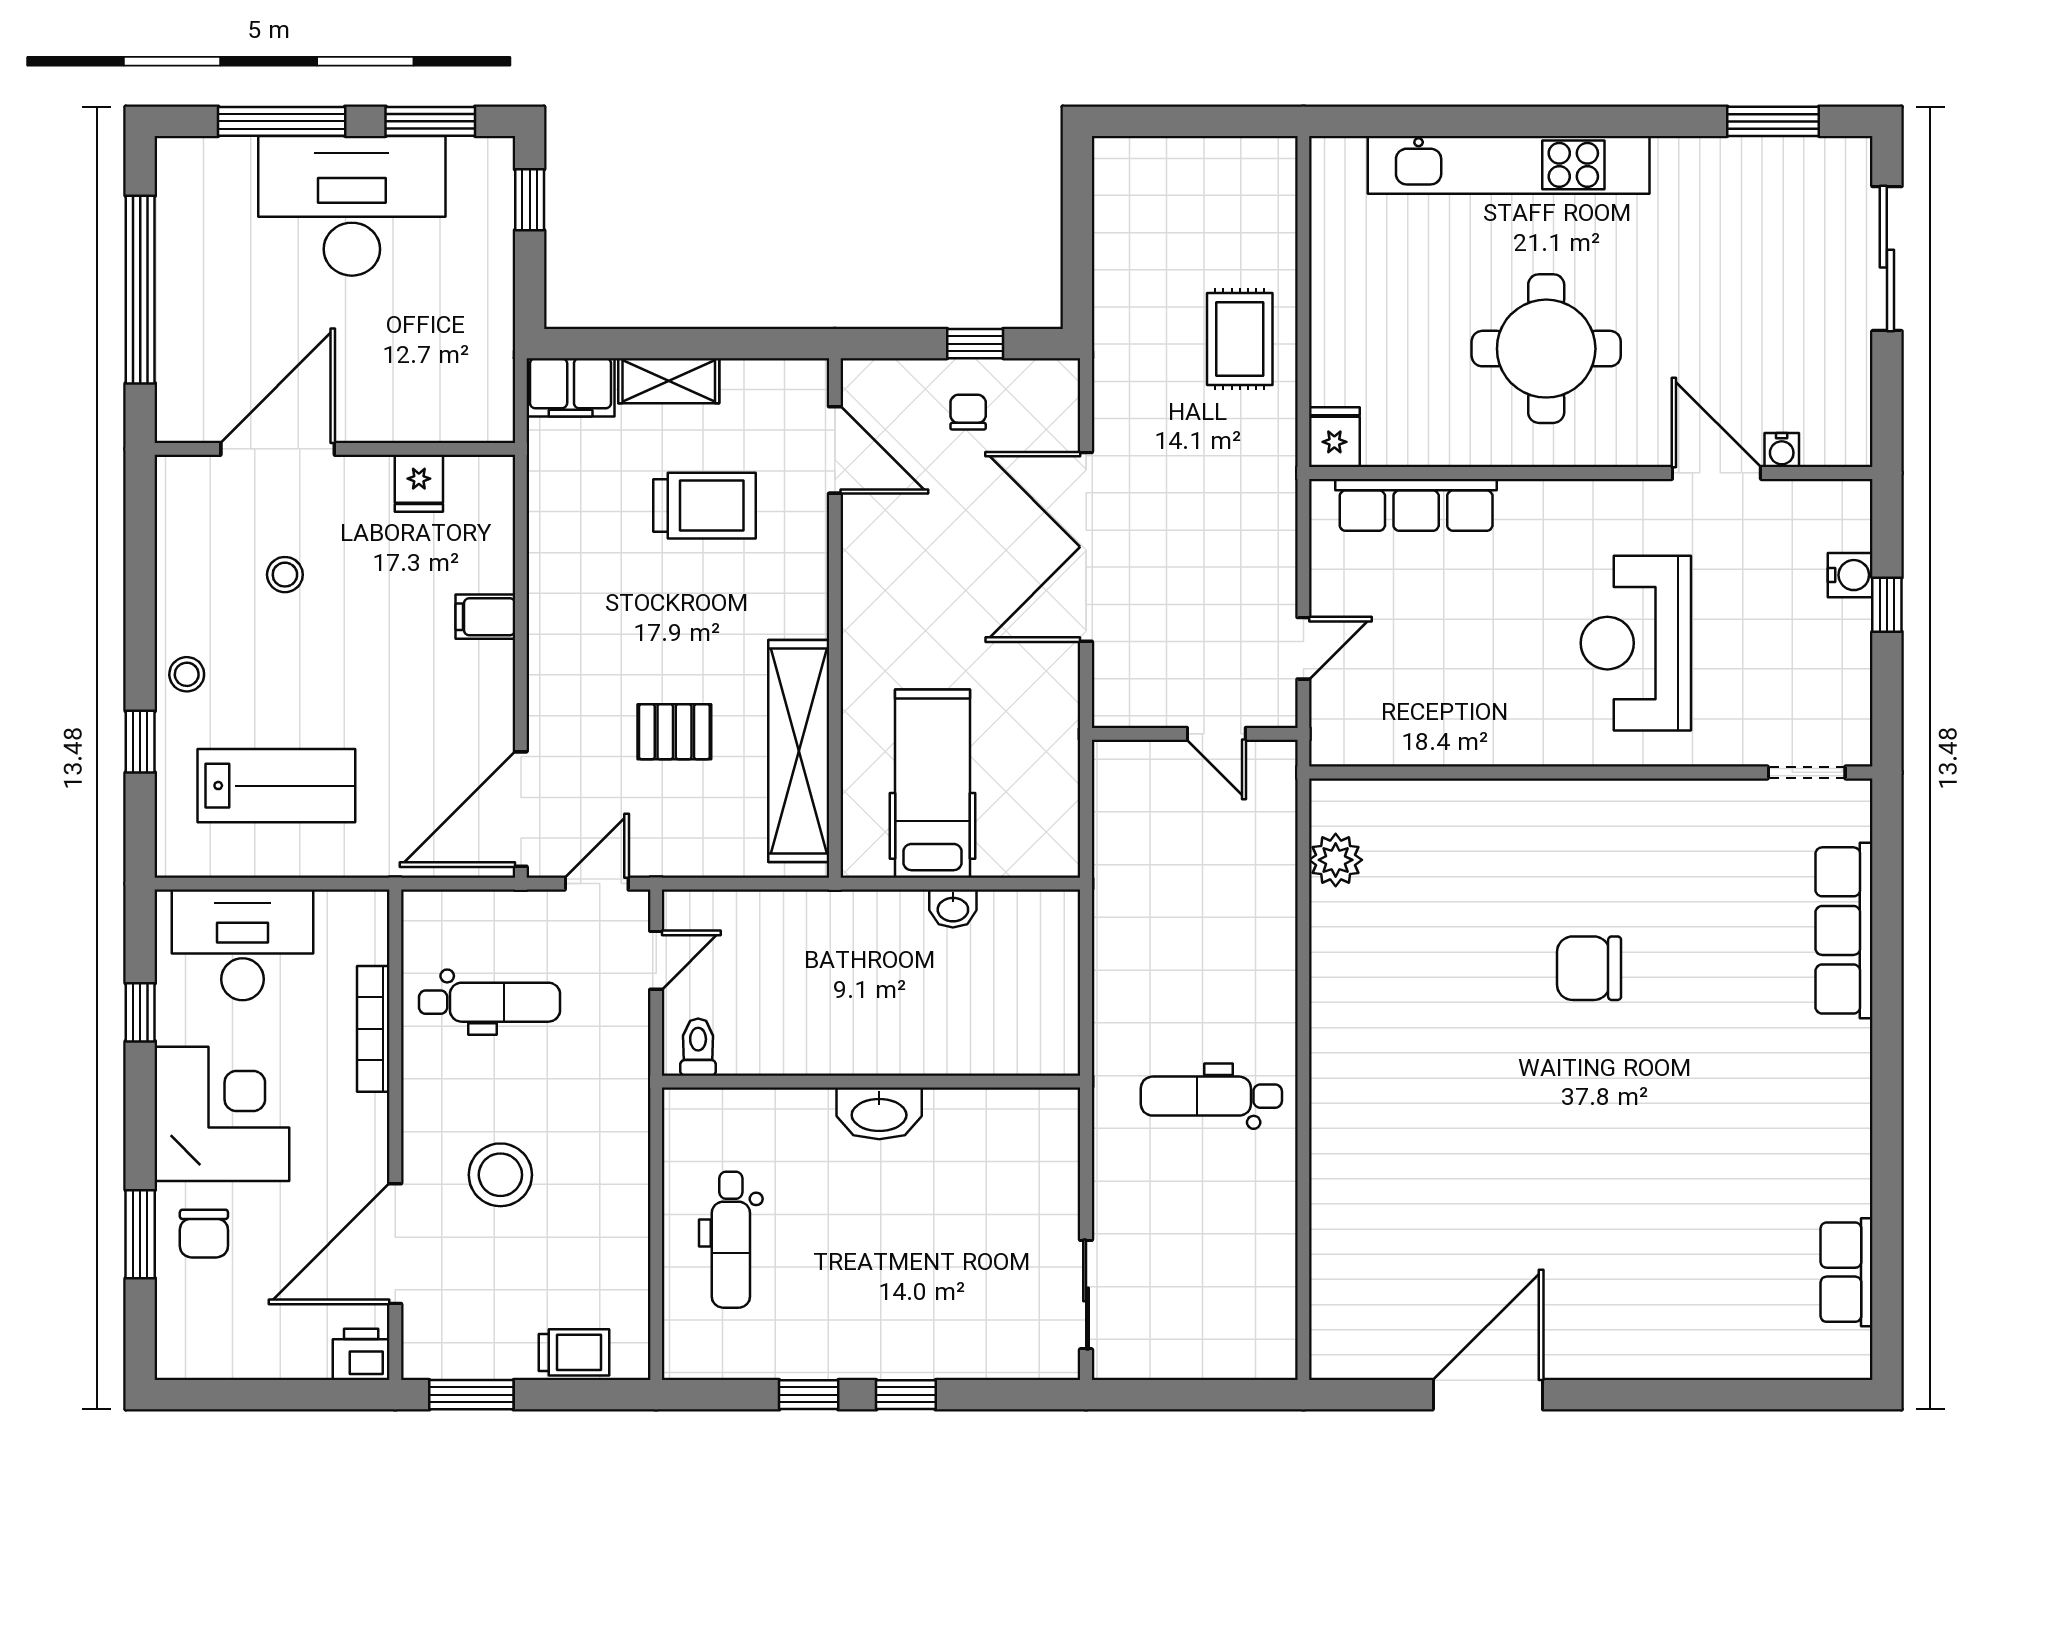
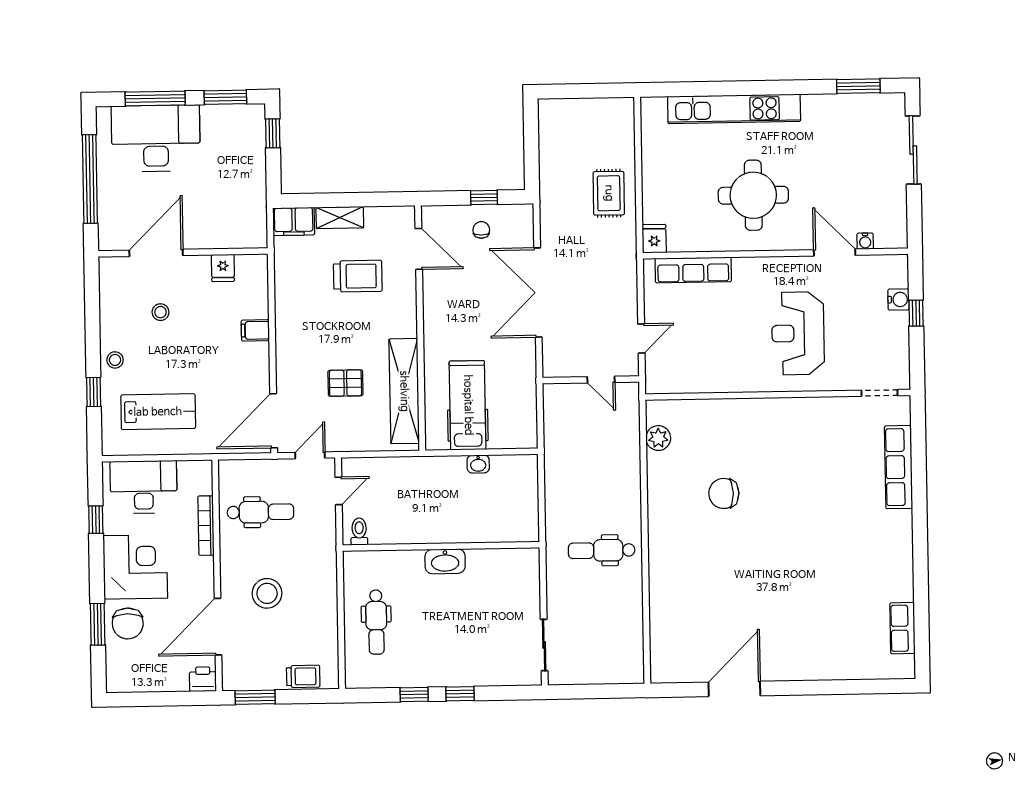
desk: (352, 206) -> (156, 138), moved
chair: (1589, 968) -> (724, 493), moved
chair: (204, 1234) -> (128, 623), width x1.37, depth x1.37

